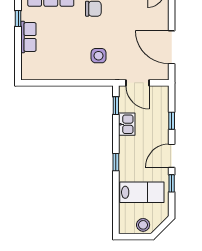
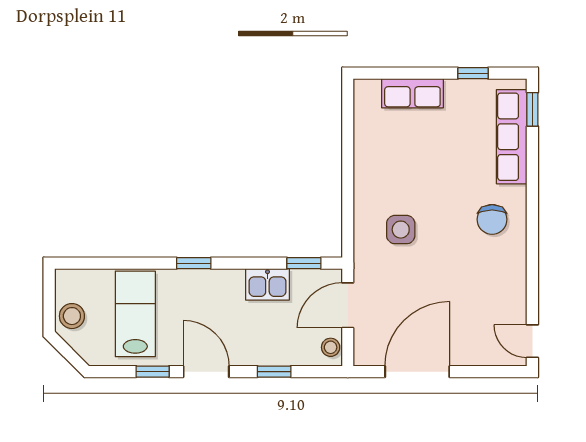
row of seats: (28, 37) -> (412, 93), moved
stool: (159, 92) -> (331, 347), added
lab bench: (142, 192) -> (135, 314), turned 180

